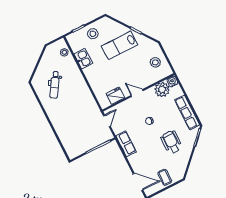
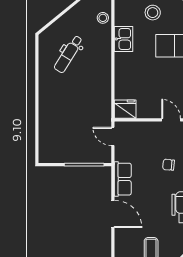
fridge: (115, 96) -> (125, 109), moved
door: (107, 121) -> (113, 136), swing flipped
door: (138, 182) -> (113, 214), moved

